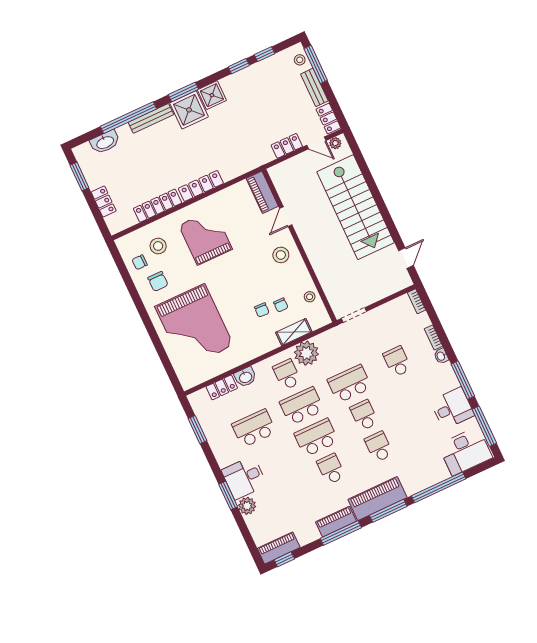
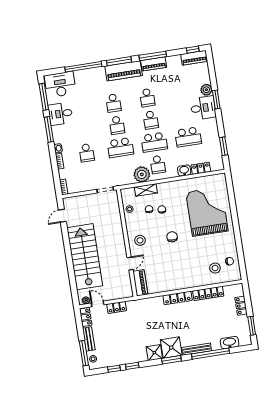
grand piano: (206, 237) -> (184, 265), removed
chair: (158, 281) -> (172, 237), moved
school desk: (316, 438) -> (151, 120), width x0.54

